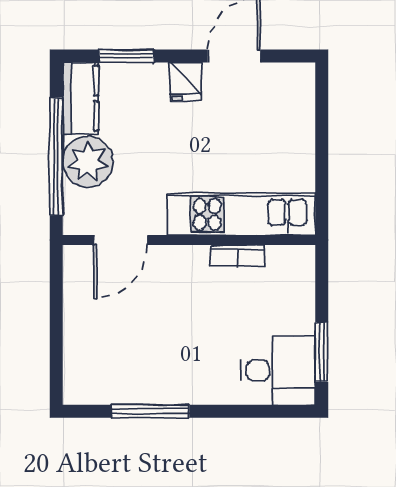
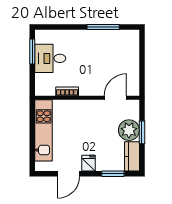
window: (56, 156) -> (142, 132), width x0.47
kitchen unit: (241, 214) -> (44, 130), moved, turned -90
desk: (278, 370) -> (50, 58), moved

